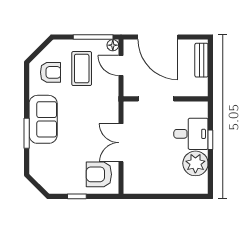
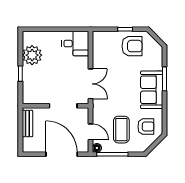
bench: (201, 60) -> (27, 124), moved
armchair: (50, 72) -> (146, 127), turned 180
desk: (191, 134) -> (75, 44), moved, turned 180
double door: (121, 143) -> (91, 84), moved
armchair: (99, 174) -> (132, 46), moved

